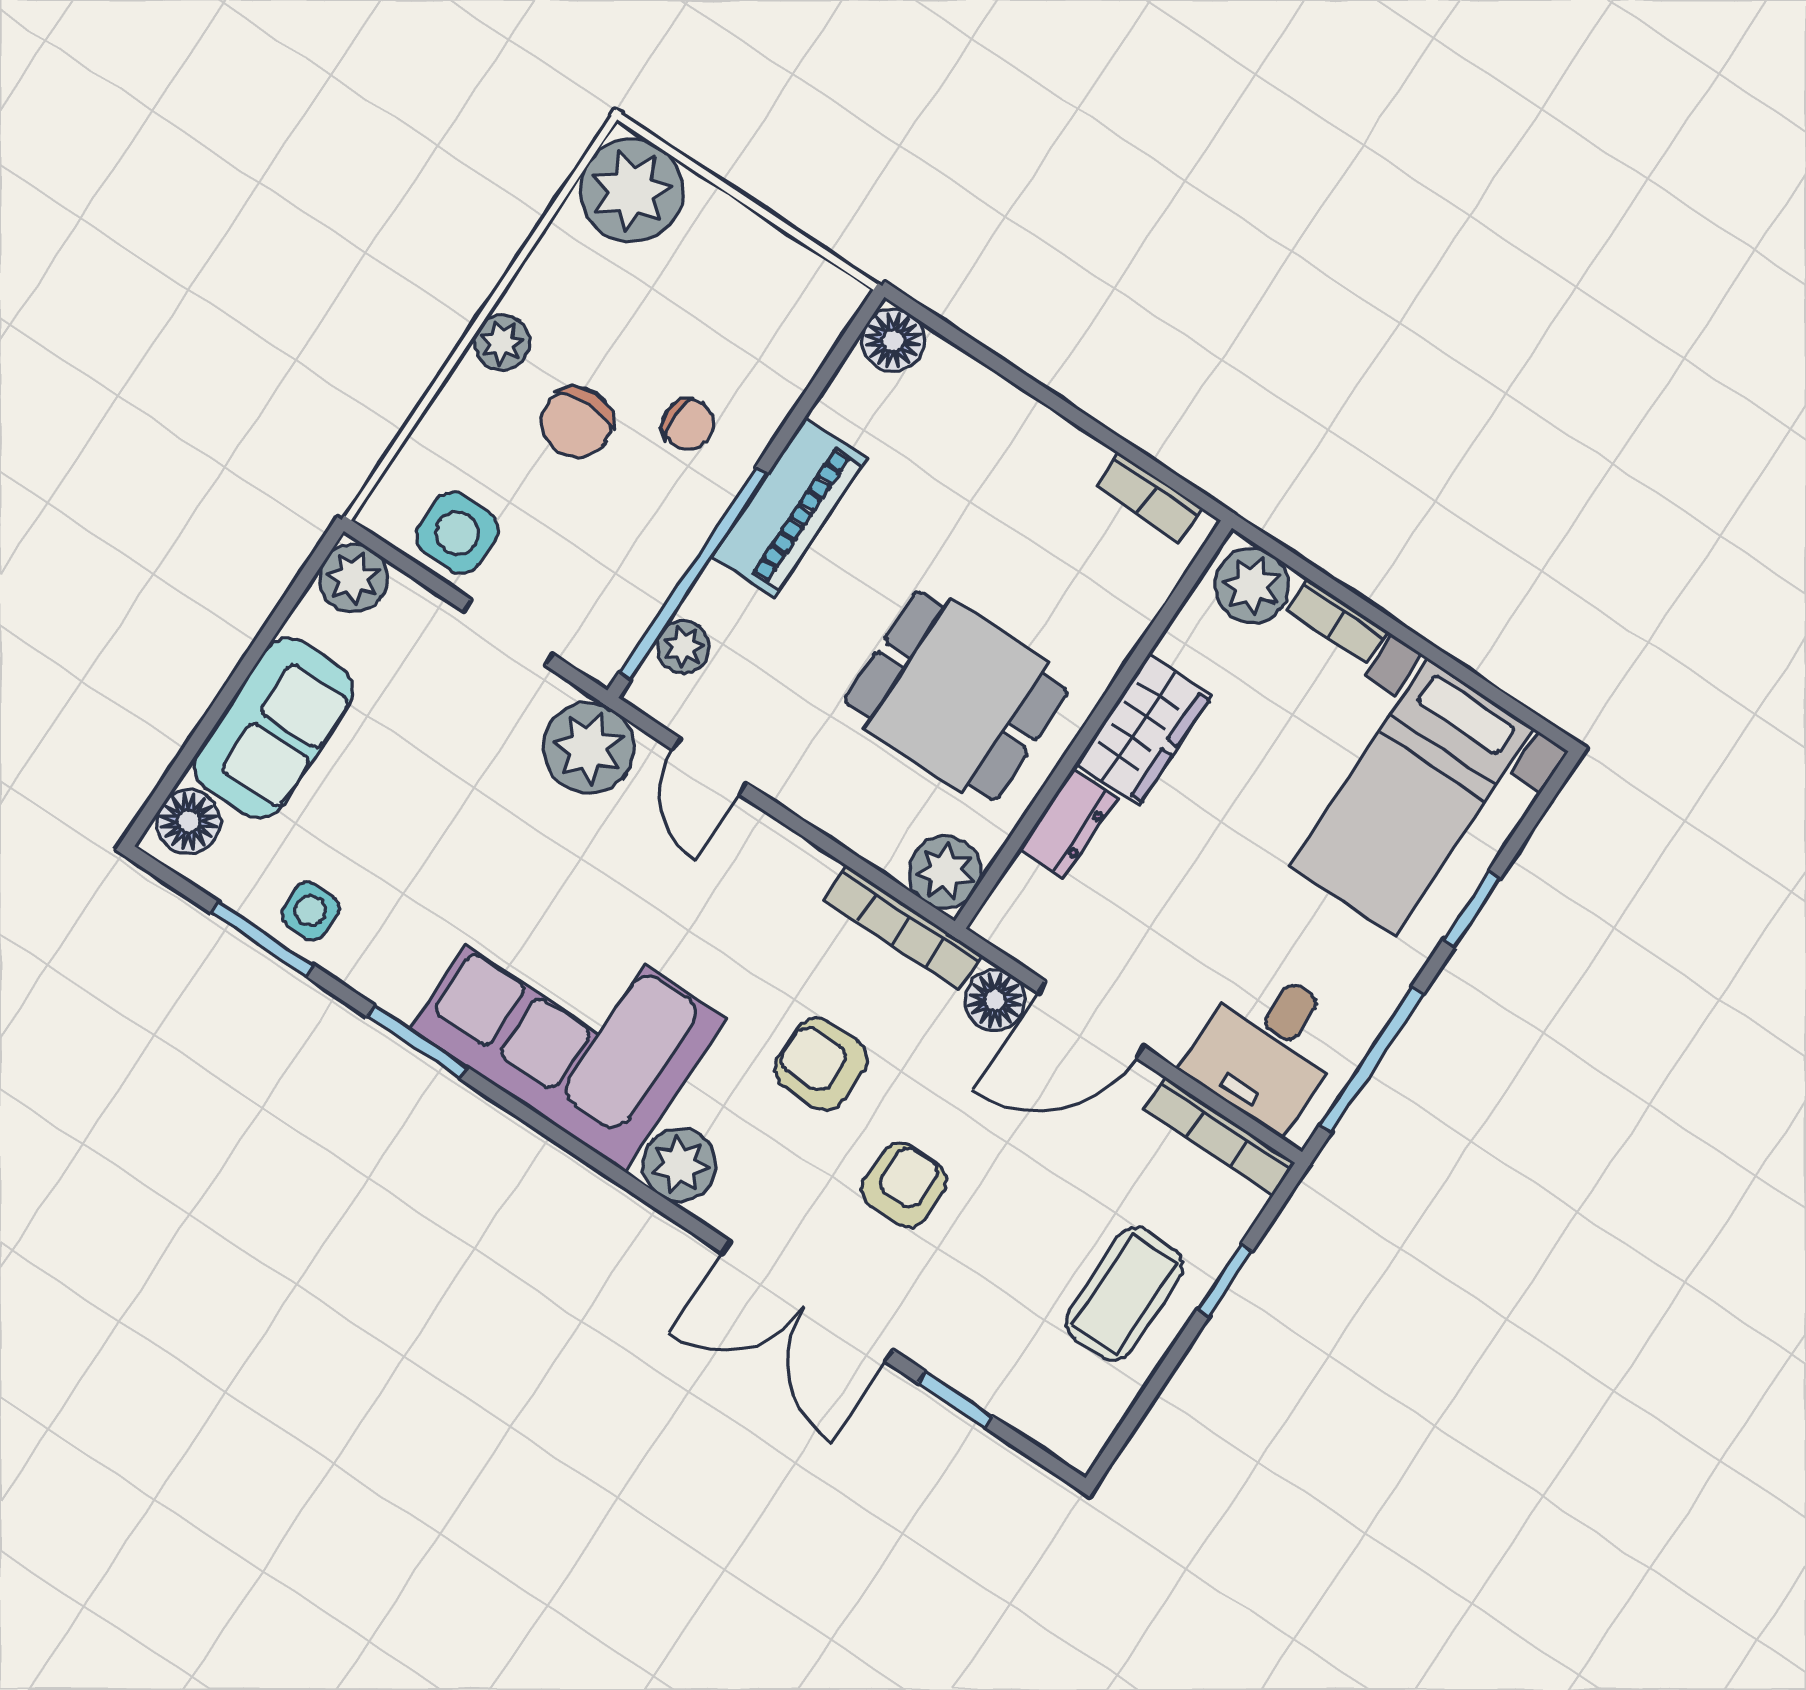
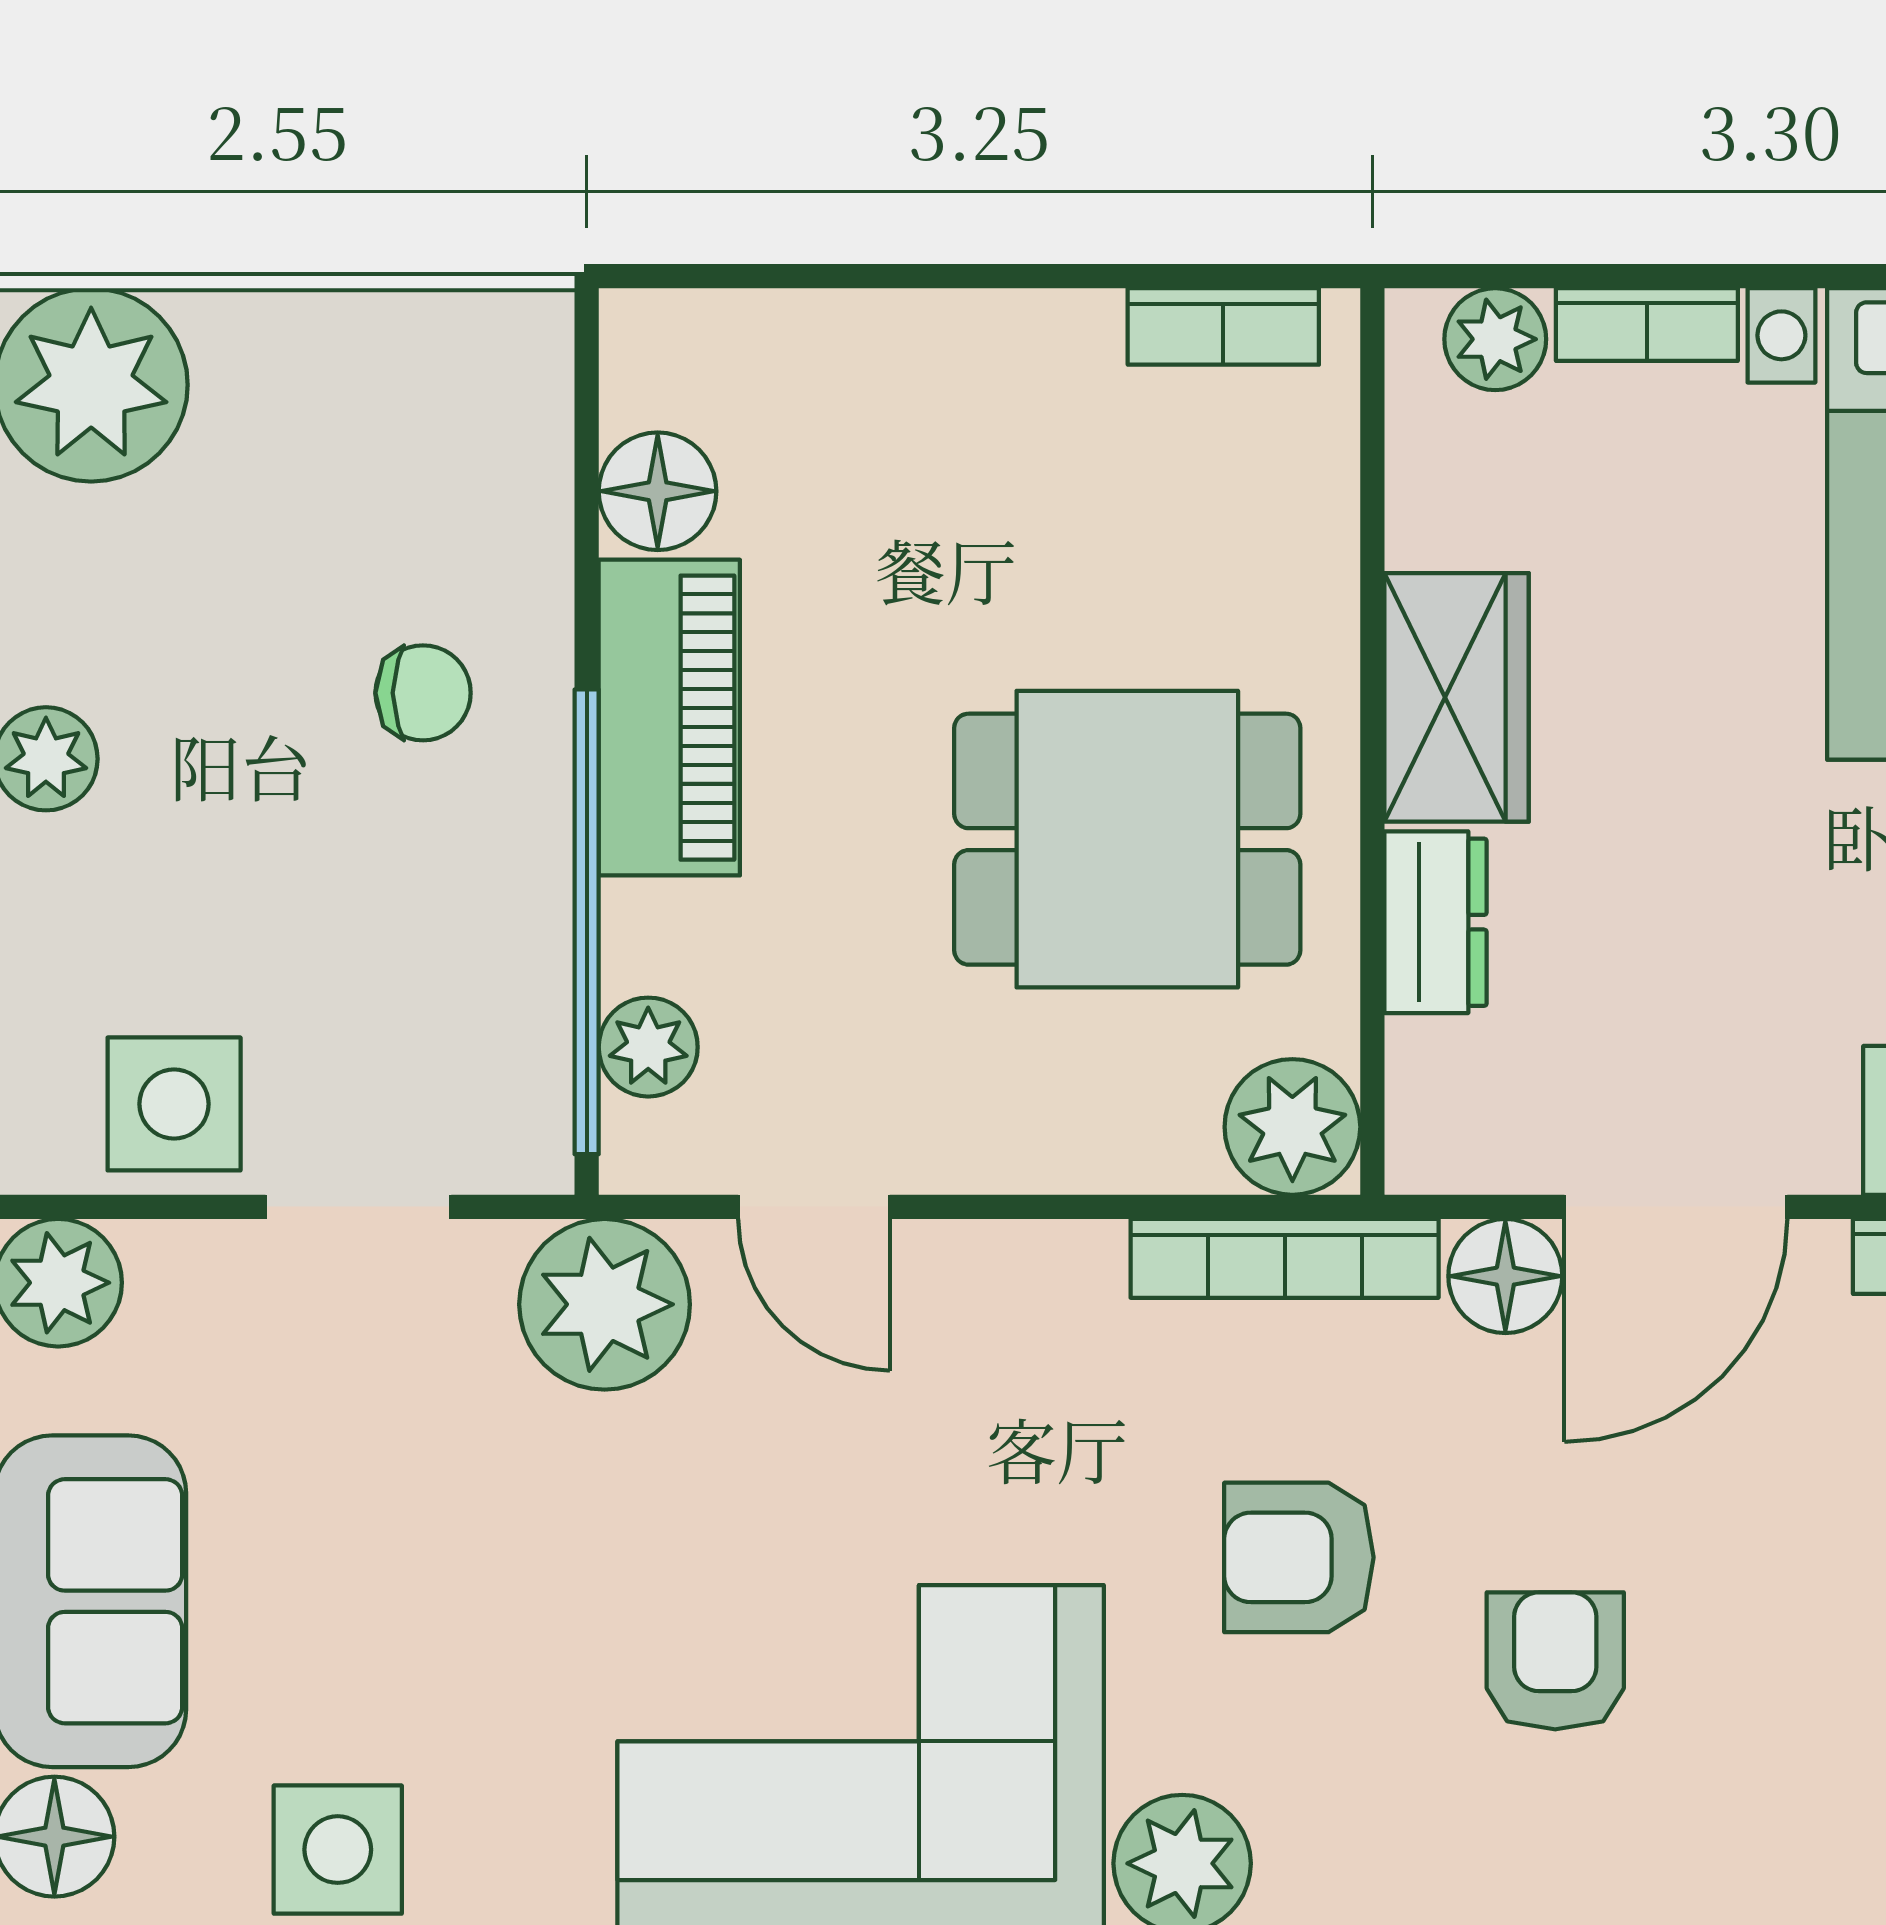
floor lamp: (893, 340) -> (658, 491), moved
chair: (577, 423) -> (247, 806), removed
plant: (1252, 586) -> (1495, 339), width x0.73, depth x0.73
side table: (310, 911) -> (338, 1850), width x1.37, depth x1.37

